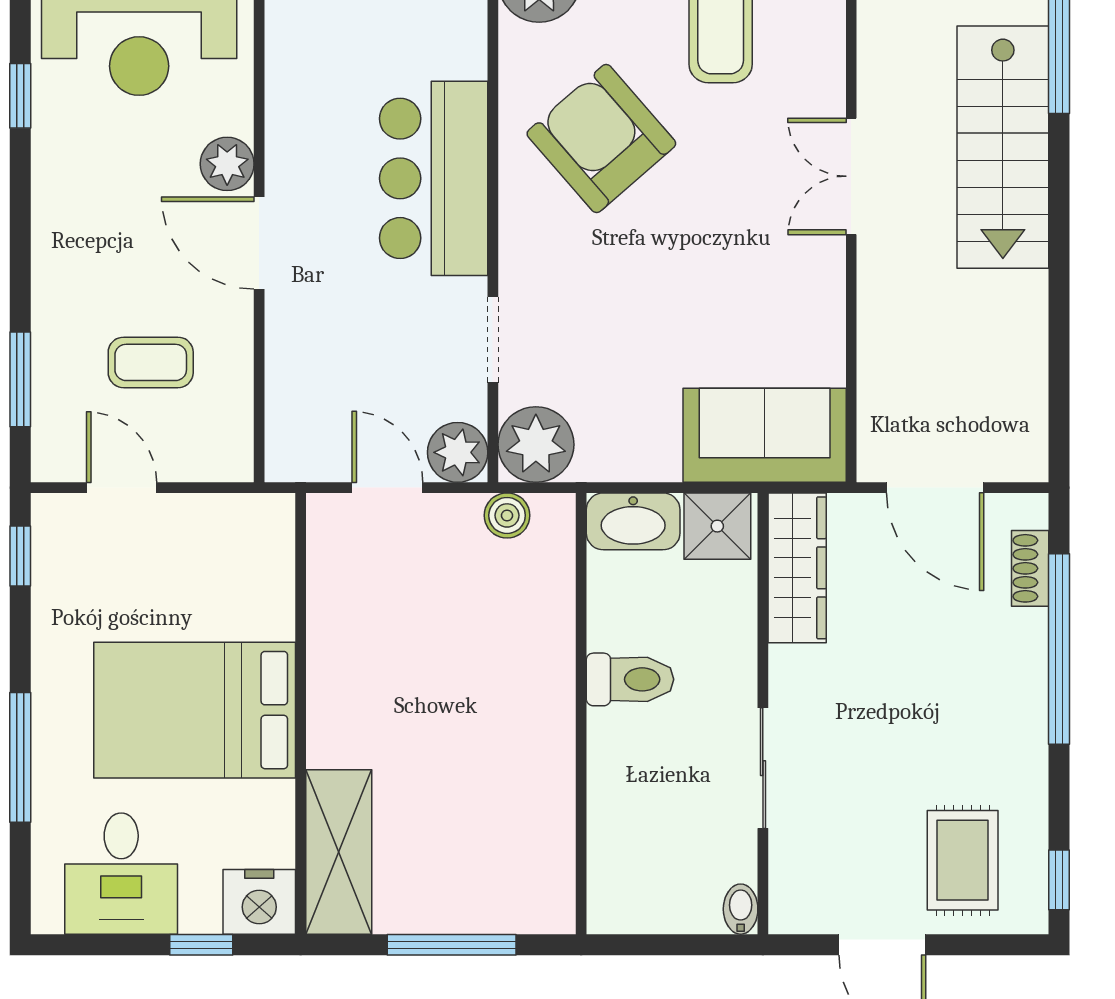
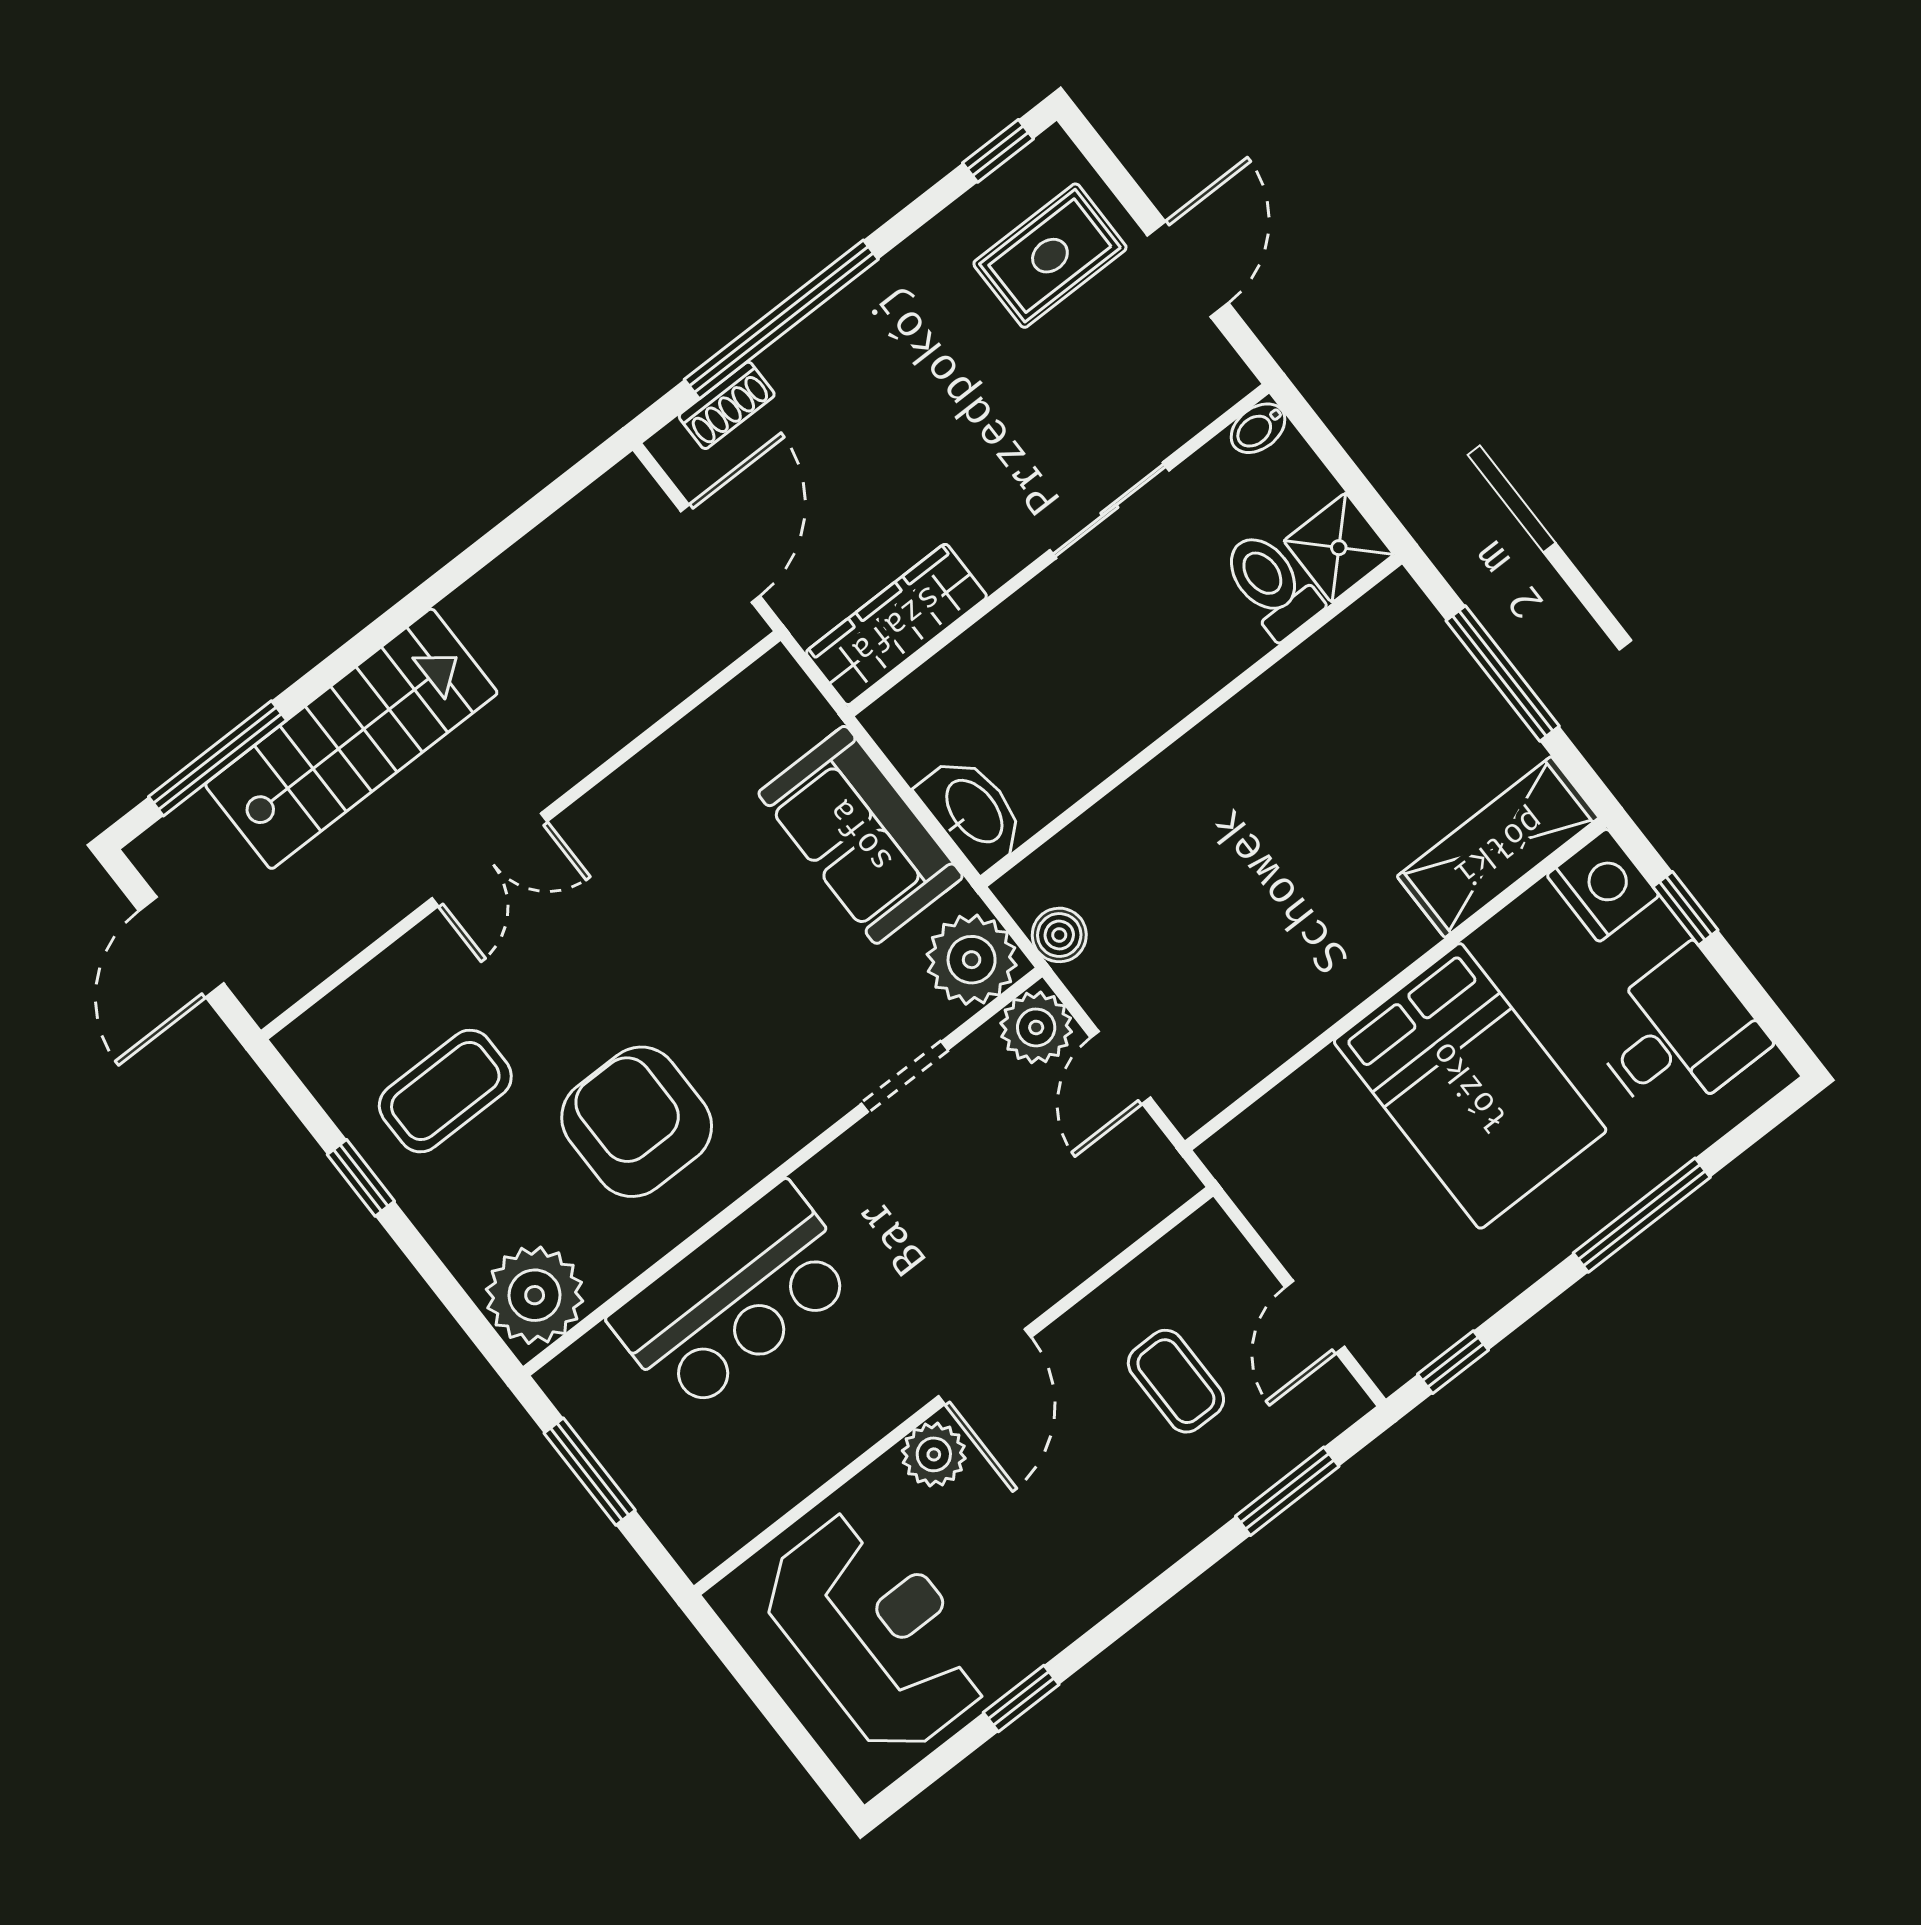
armchair: (601, 139) -> (637, 1122), turned 131
bar counter: (434, 178) -> (735, 1298), moved
sofa: (765, 435) -> (861, 835), moved
shower: (717, 526) -> (1339, 548), moved
toilet: (630, 679) -> (1271, 585), moved

